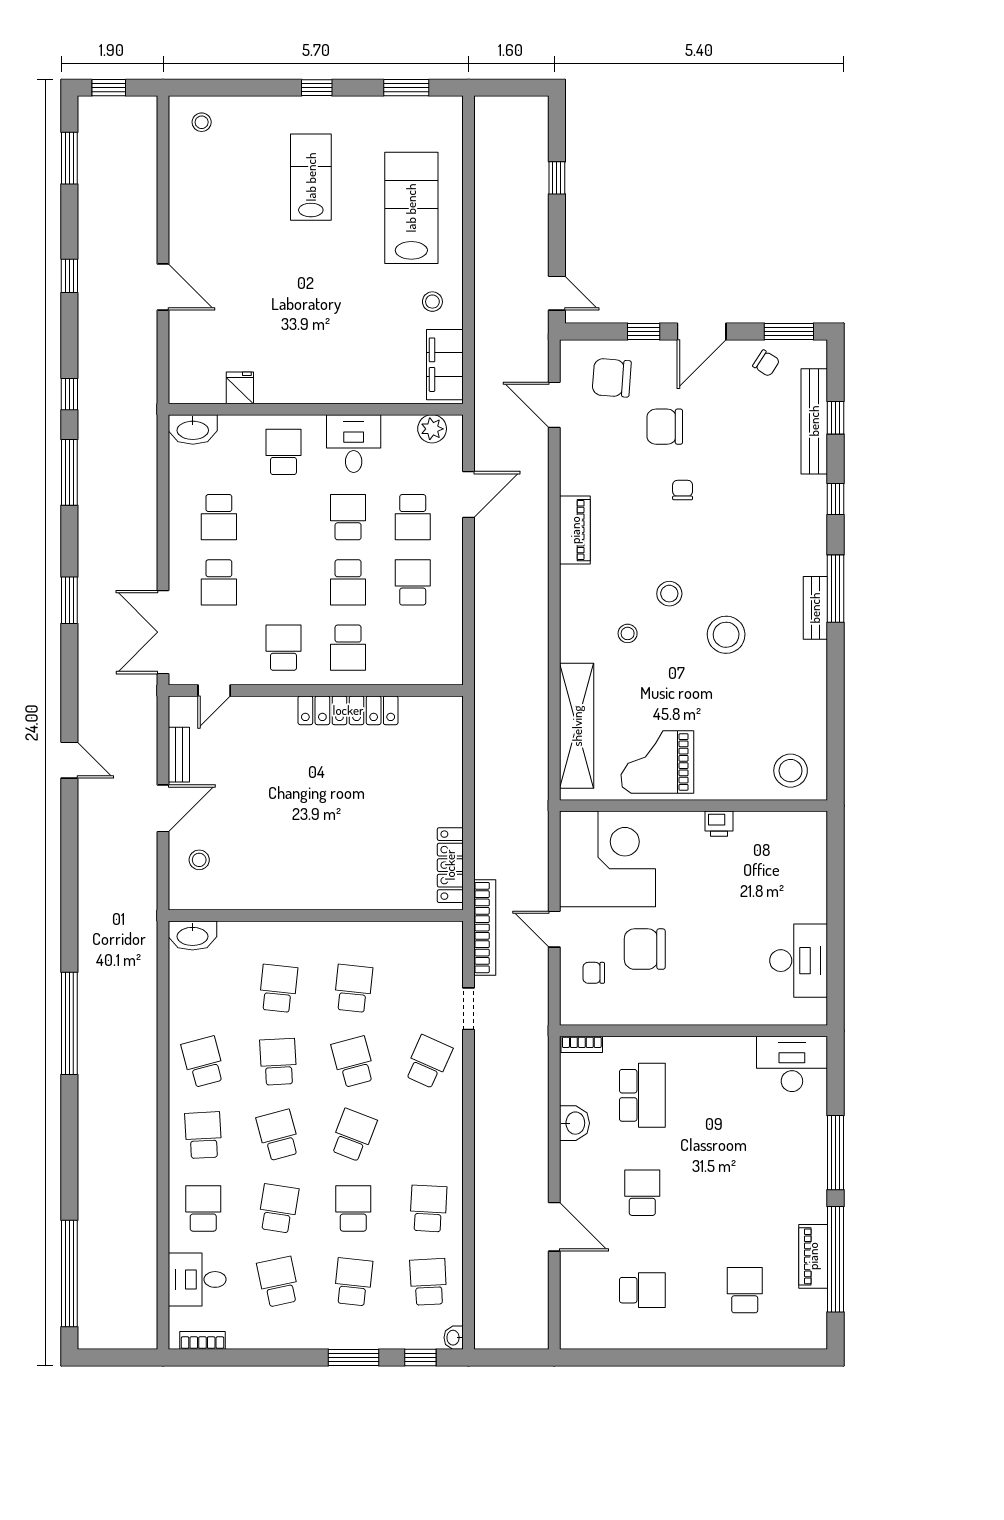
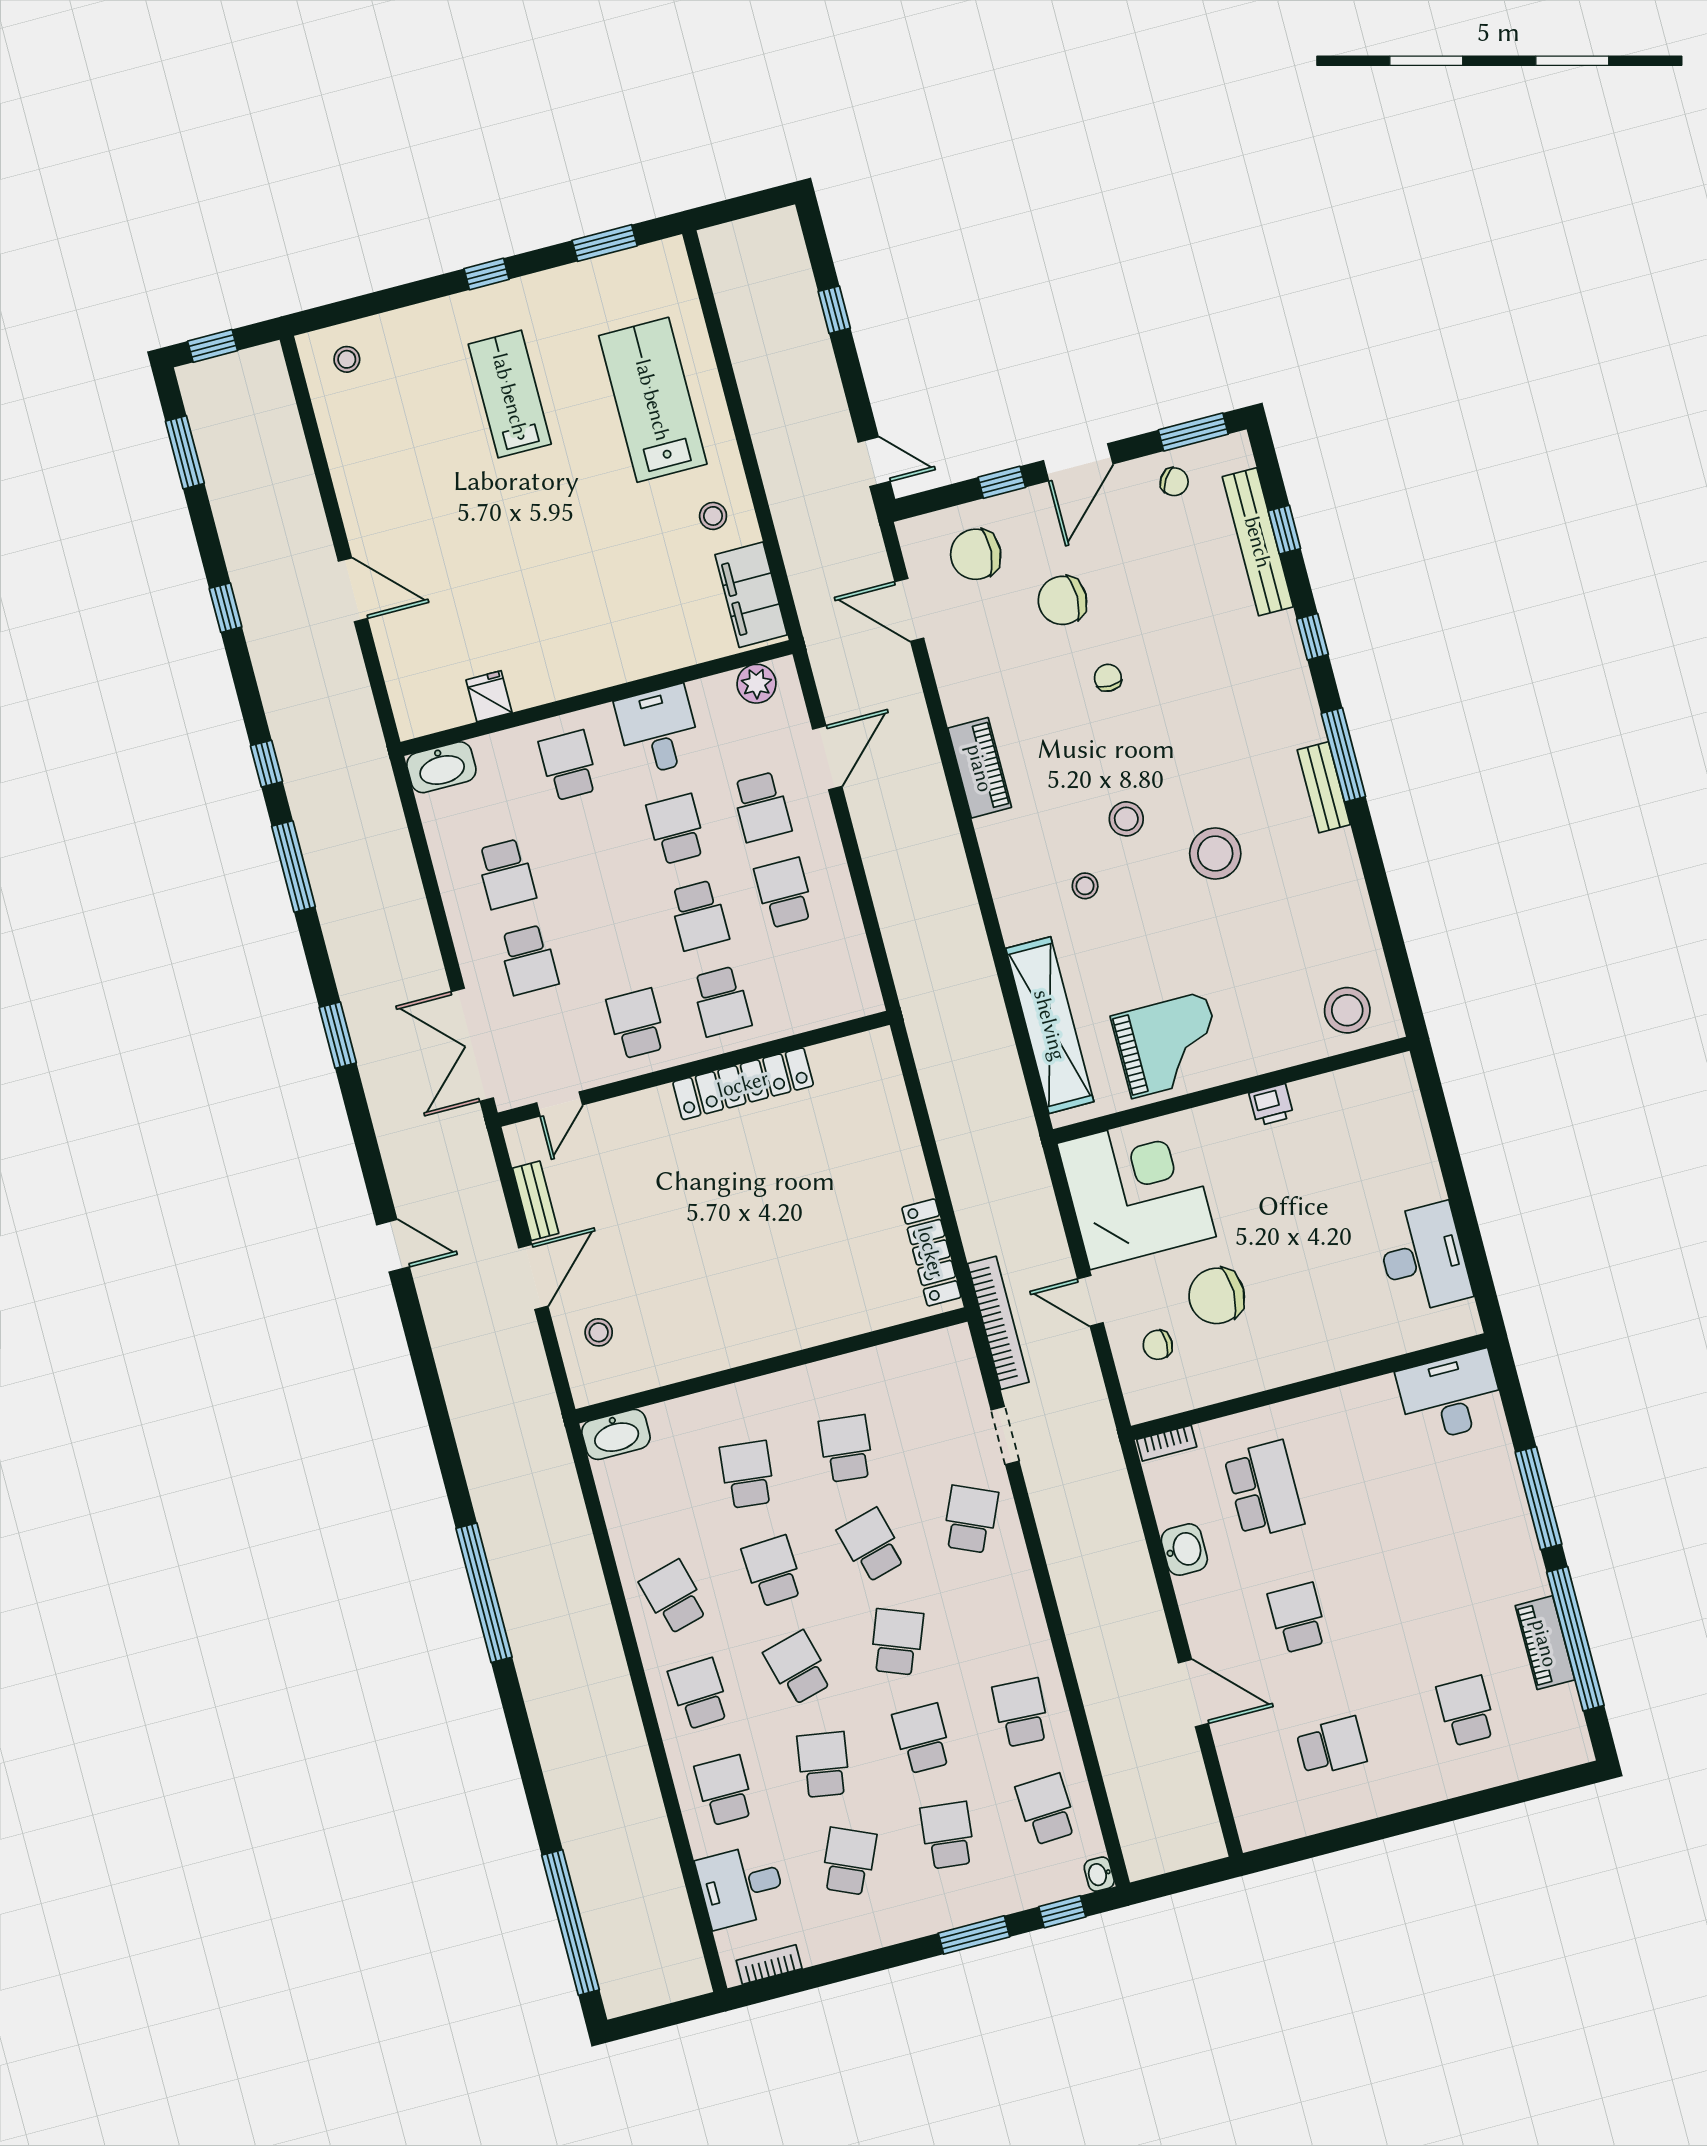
grand piano: (657, 762) -> (1169, 1045), turned 180
school desk: (278, 1282) -> (849, 1861), turned 36

